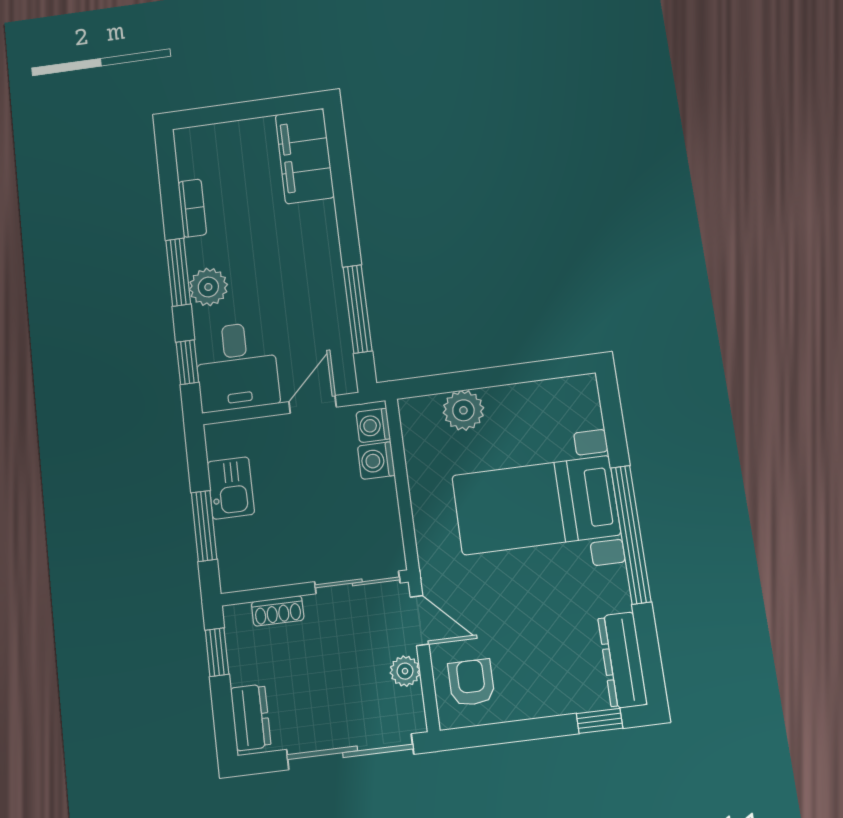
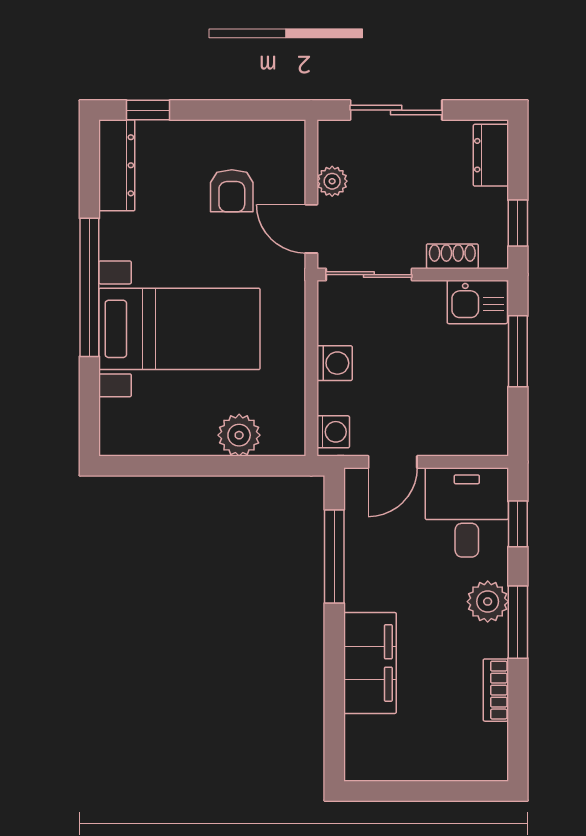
filing cabinet: (305, 156) -> (370, 663), moved
washing machine: (376, 461) -> (335, 363), moved
kitchen sink: (231, 488) -> (477, 302), moved, turned -90
armchair: (471, 682) -> (232, 191), moved
sliding door: (350, 752) -> (396, 110), width x0.73

